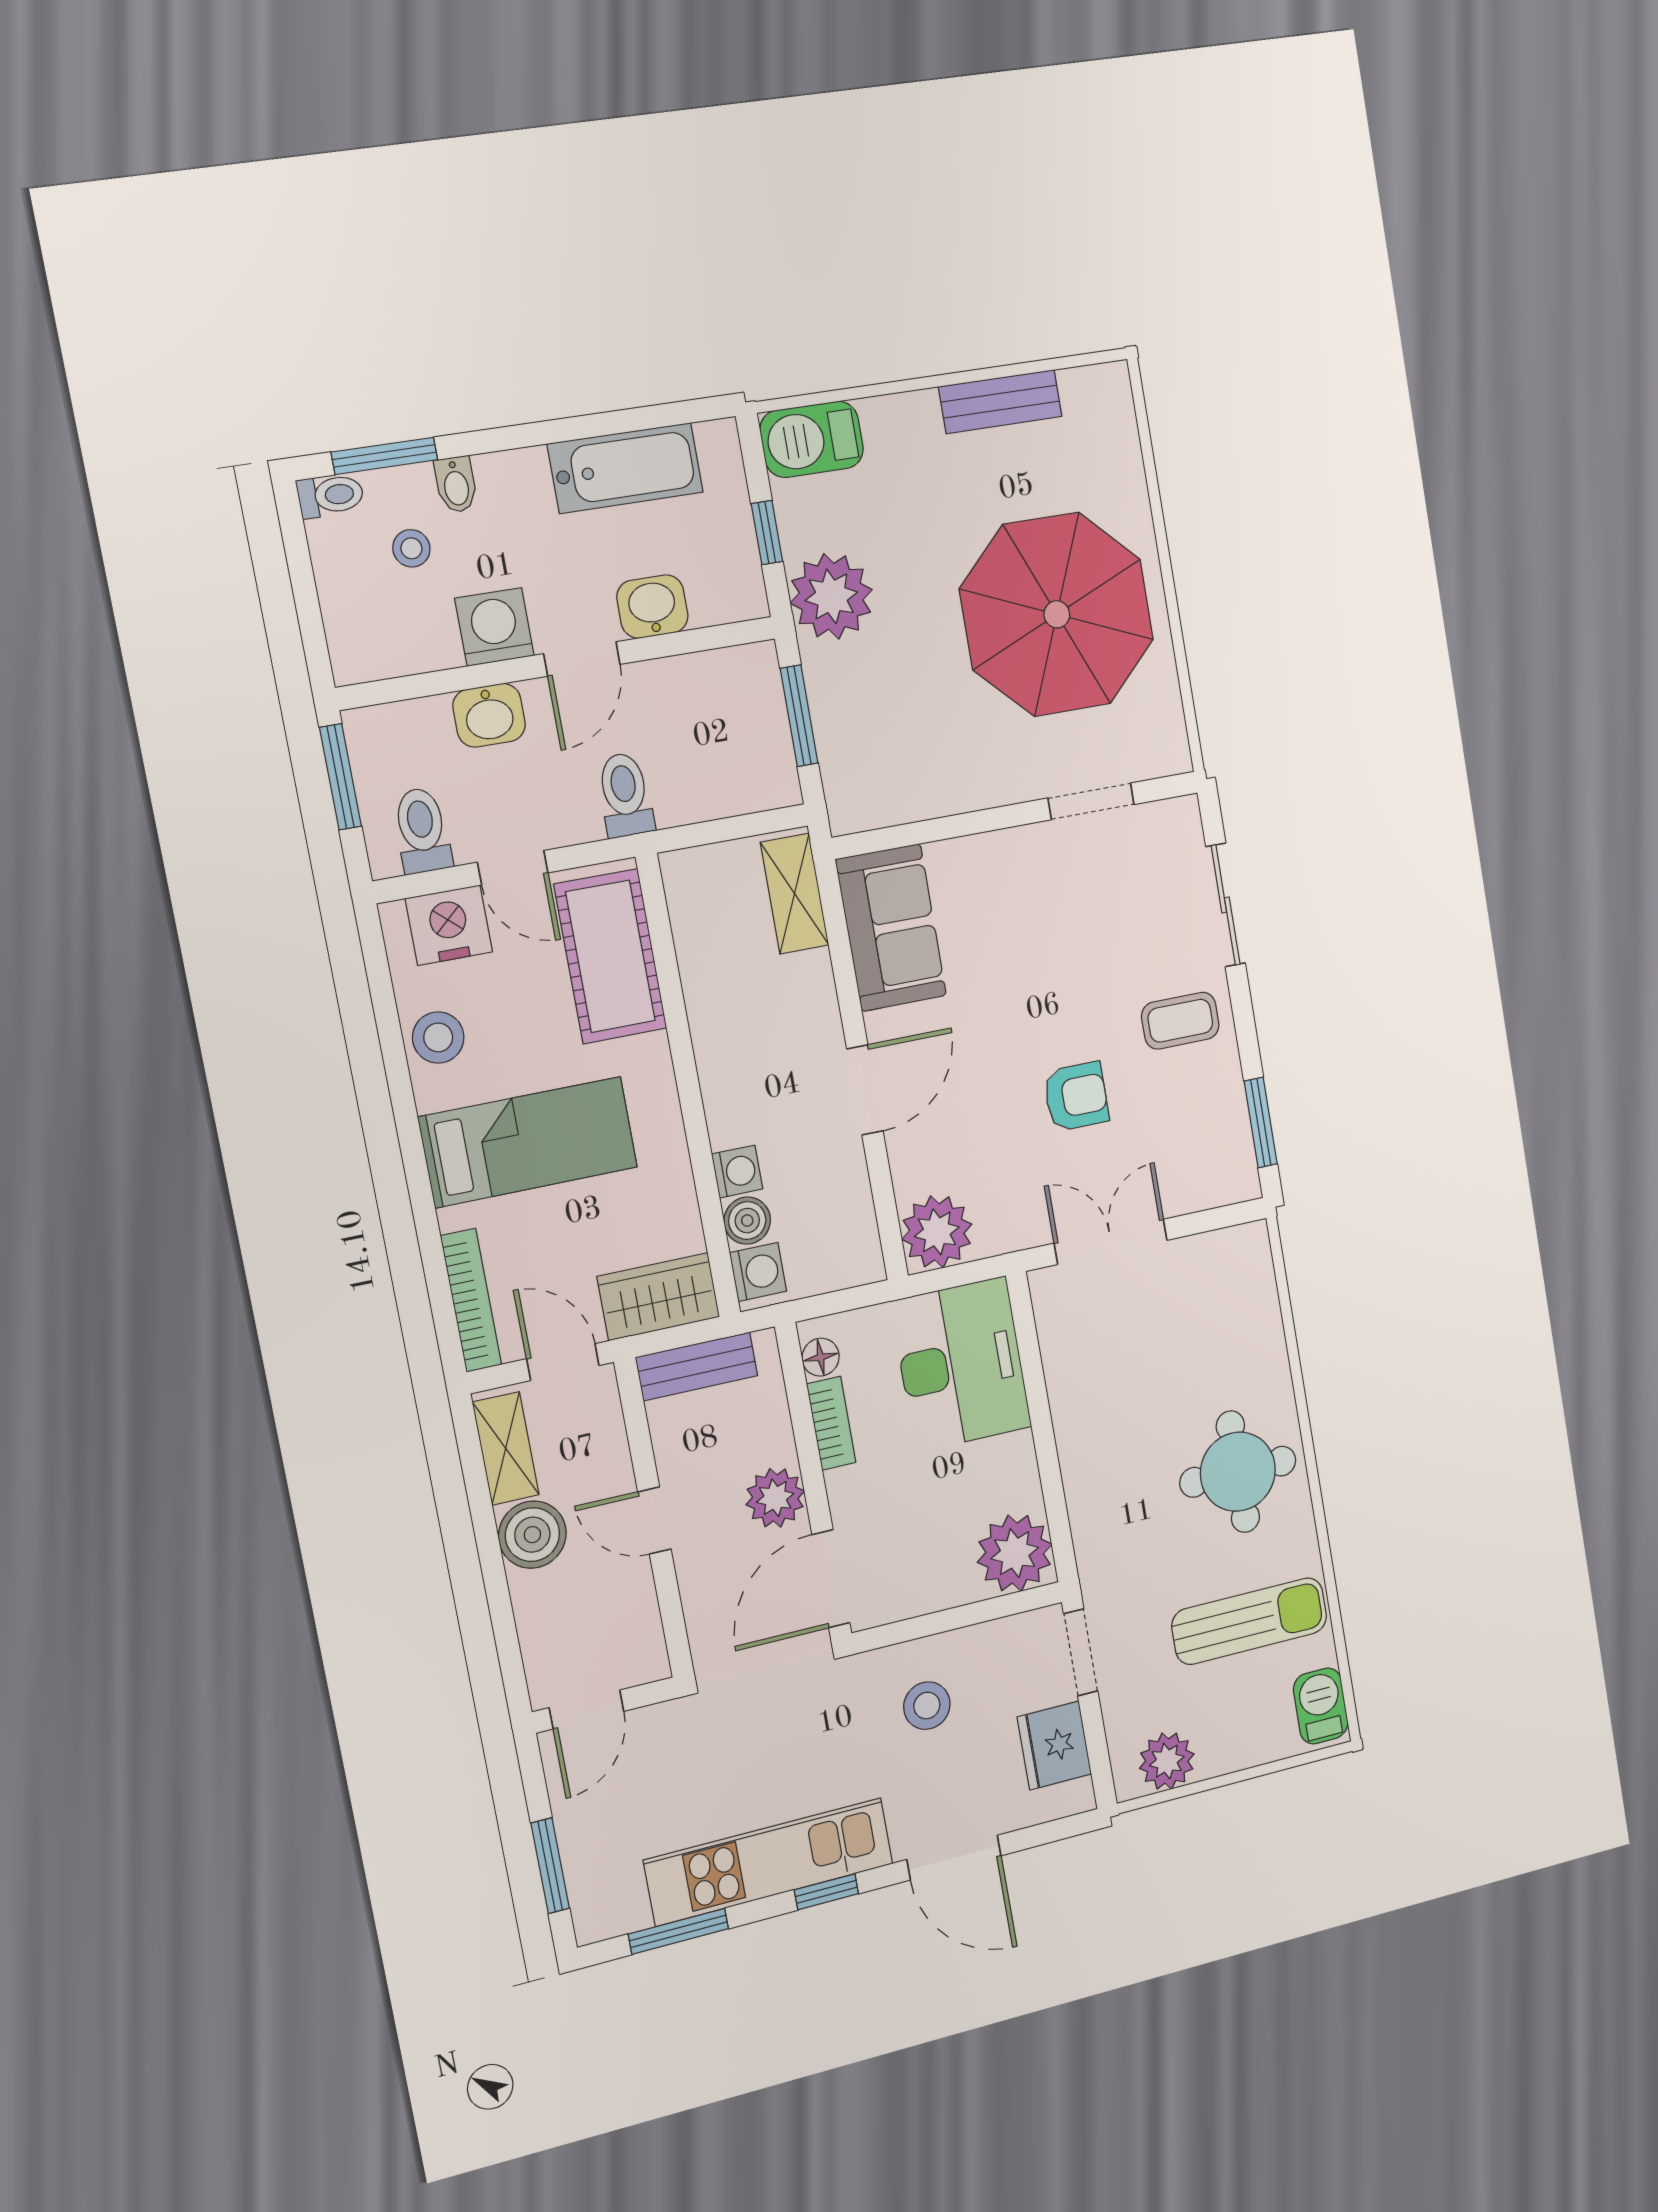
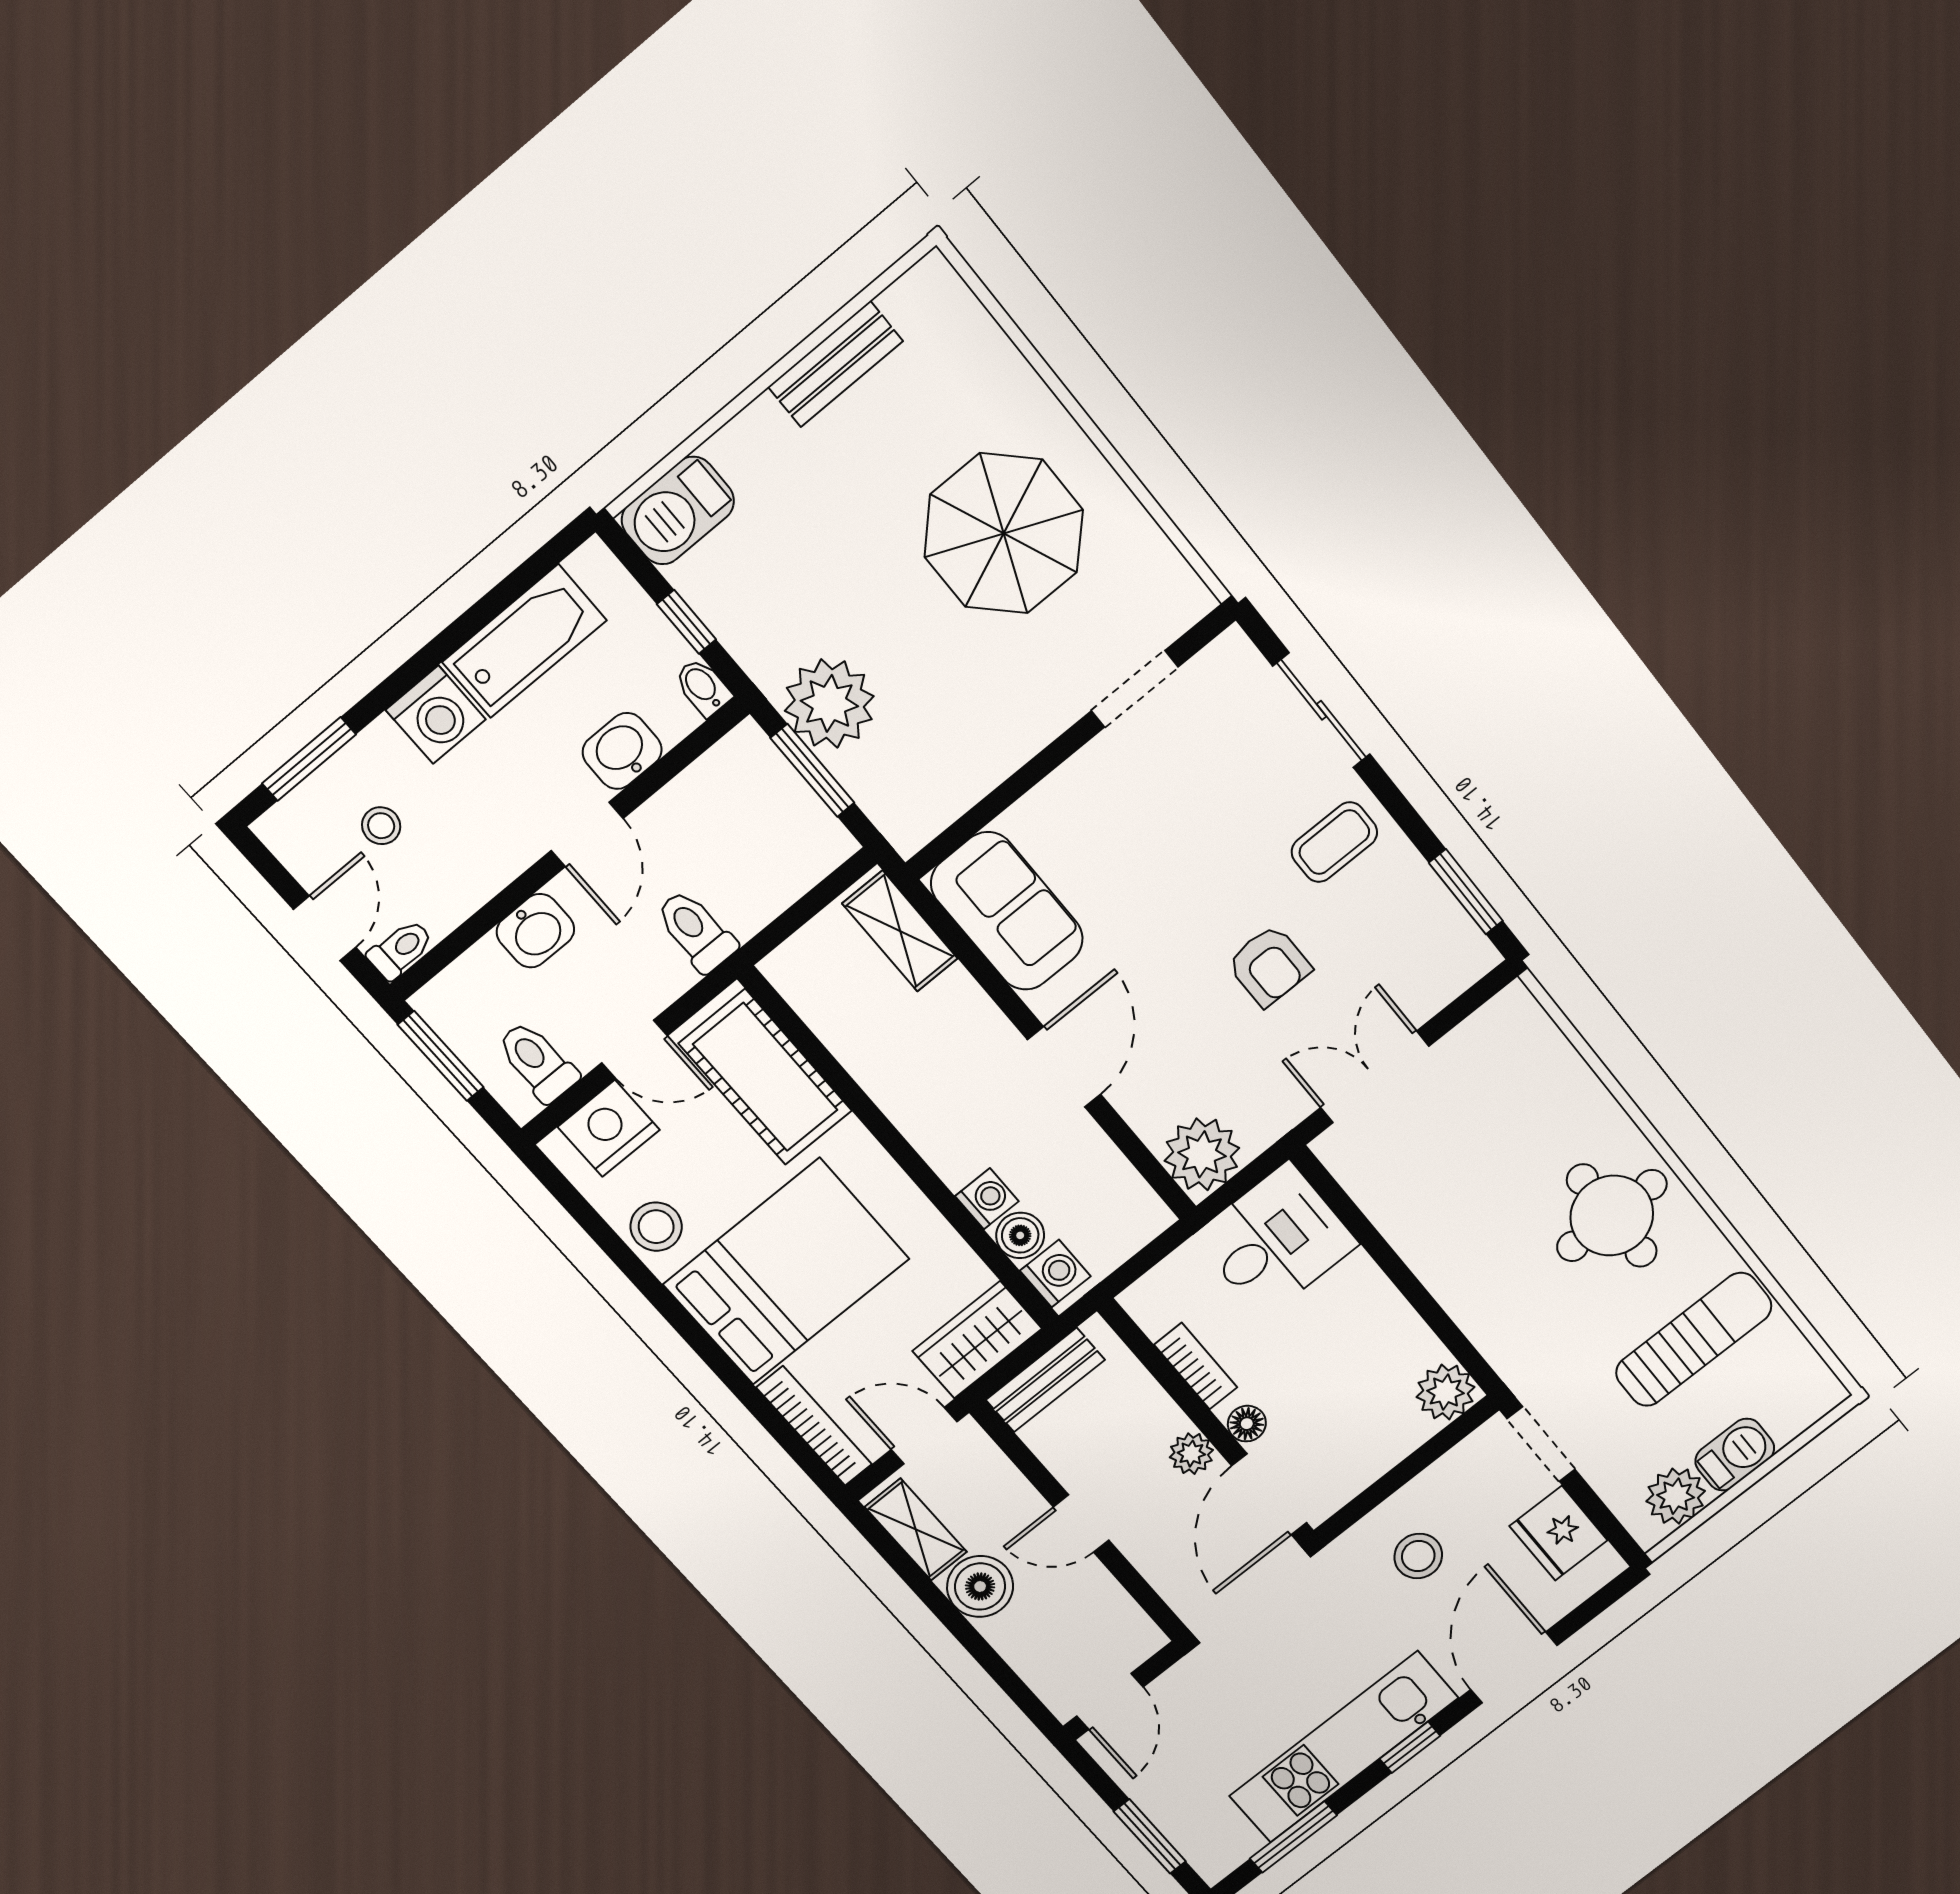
bidet: (456, 485) -> (703, 687), moved, turned 180
toilet: (330, 495) -> (400, 949), moved
plant: (831, 596) -> (829, 704), moved
door: (308, 607) -> (325, 928), added
parasol: (1057, 614) -> (1004, 533), width x0.73, depth x0.73
washing machine: (494, 627) -> (436, 715), moved, turned 180
armchair: (1076, 1097) -> (1269, 966), turned 90
bed: (528, 1142) -> (786, 1272), width x1.50
floor lamp: (821, 1357) -> (1247, 1424), moved
desk: (961, 1364) -> (1276, 1240), width x0.73
plant: (775, 1498) -> (1191, 1454), width x0.73, depth x0.73
plant: (1015, 1553) -> (1446, 1392), width x0.73, depth x0.73
barbecue: (1321, 1706) -> (1735, 1455), moved, turned 90
door: (954, 1858) -> (1514, 1668), swing flipped

